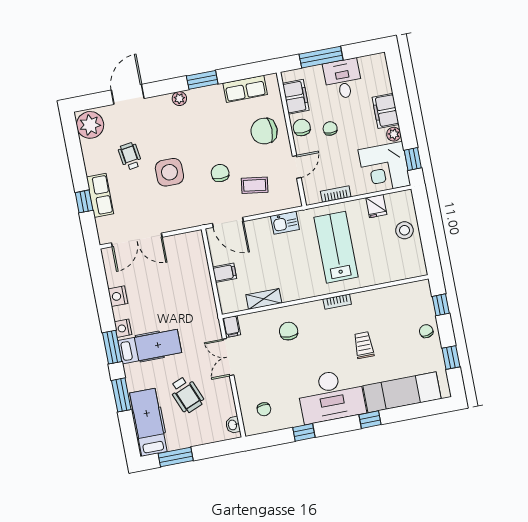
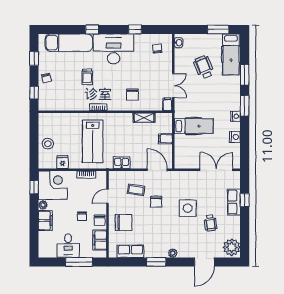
hospital bed: (150, 347) -> (194, 126), moved, turned 180

